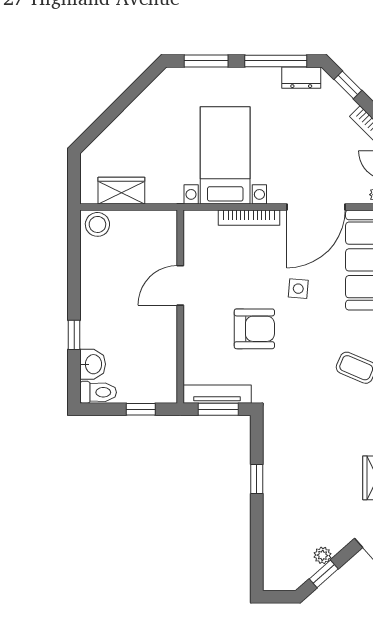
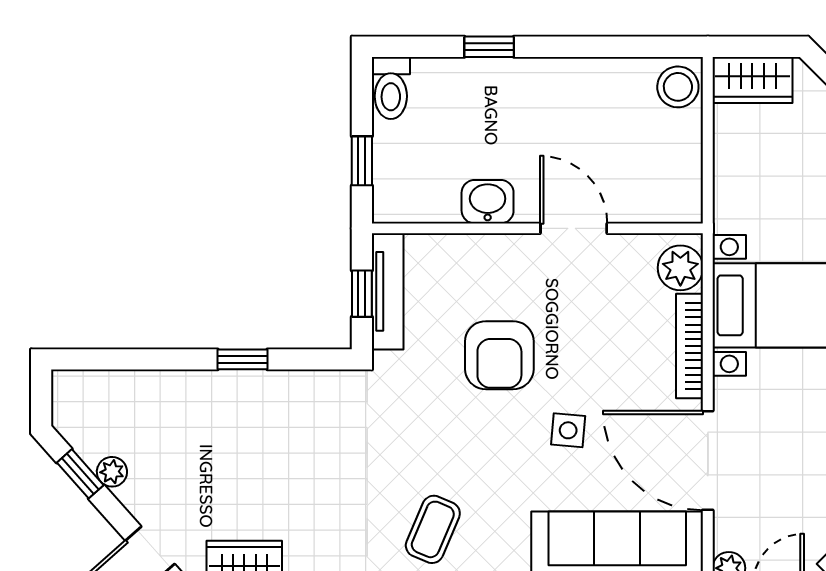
wardrobe: (121, 191) -> (752, 80), moved, turned 90
plant: (203, 223) -> (680, 268), added
washbasin: (93, 364) -> (488, 202), moved, turned 180
window: (218, 409) -> (362, 294), width x0.67

